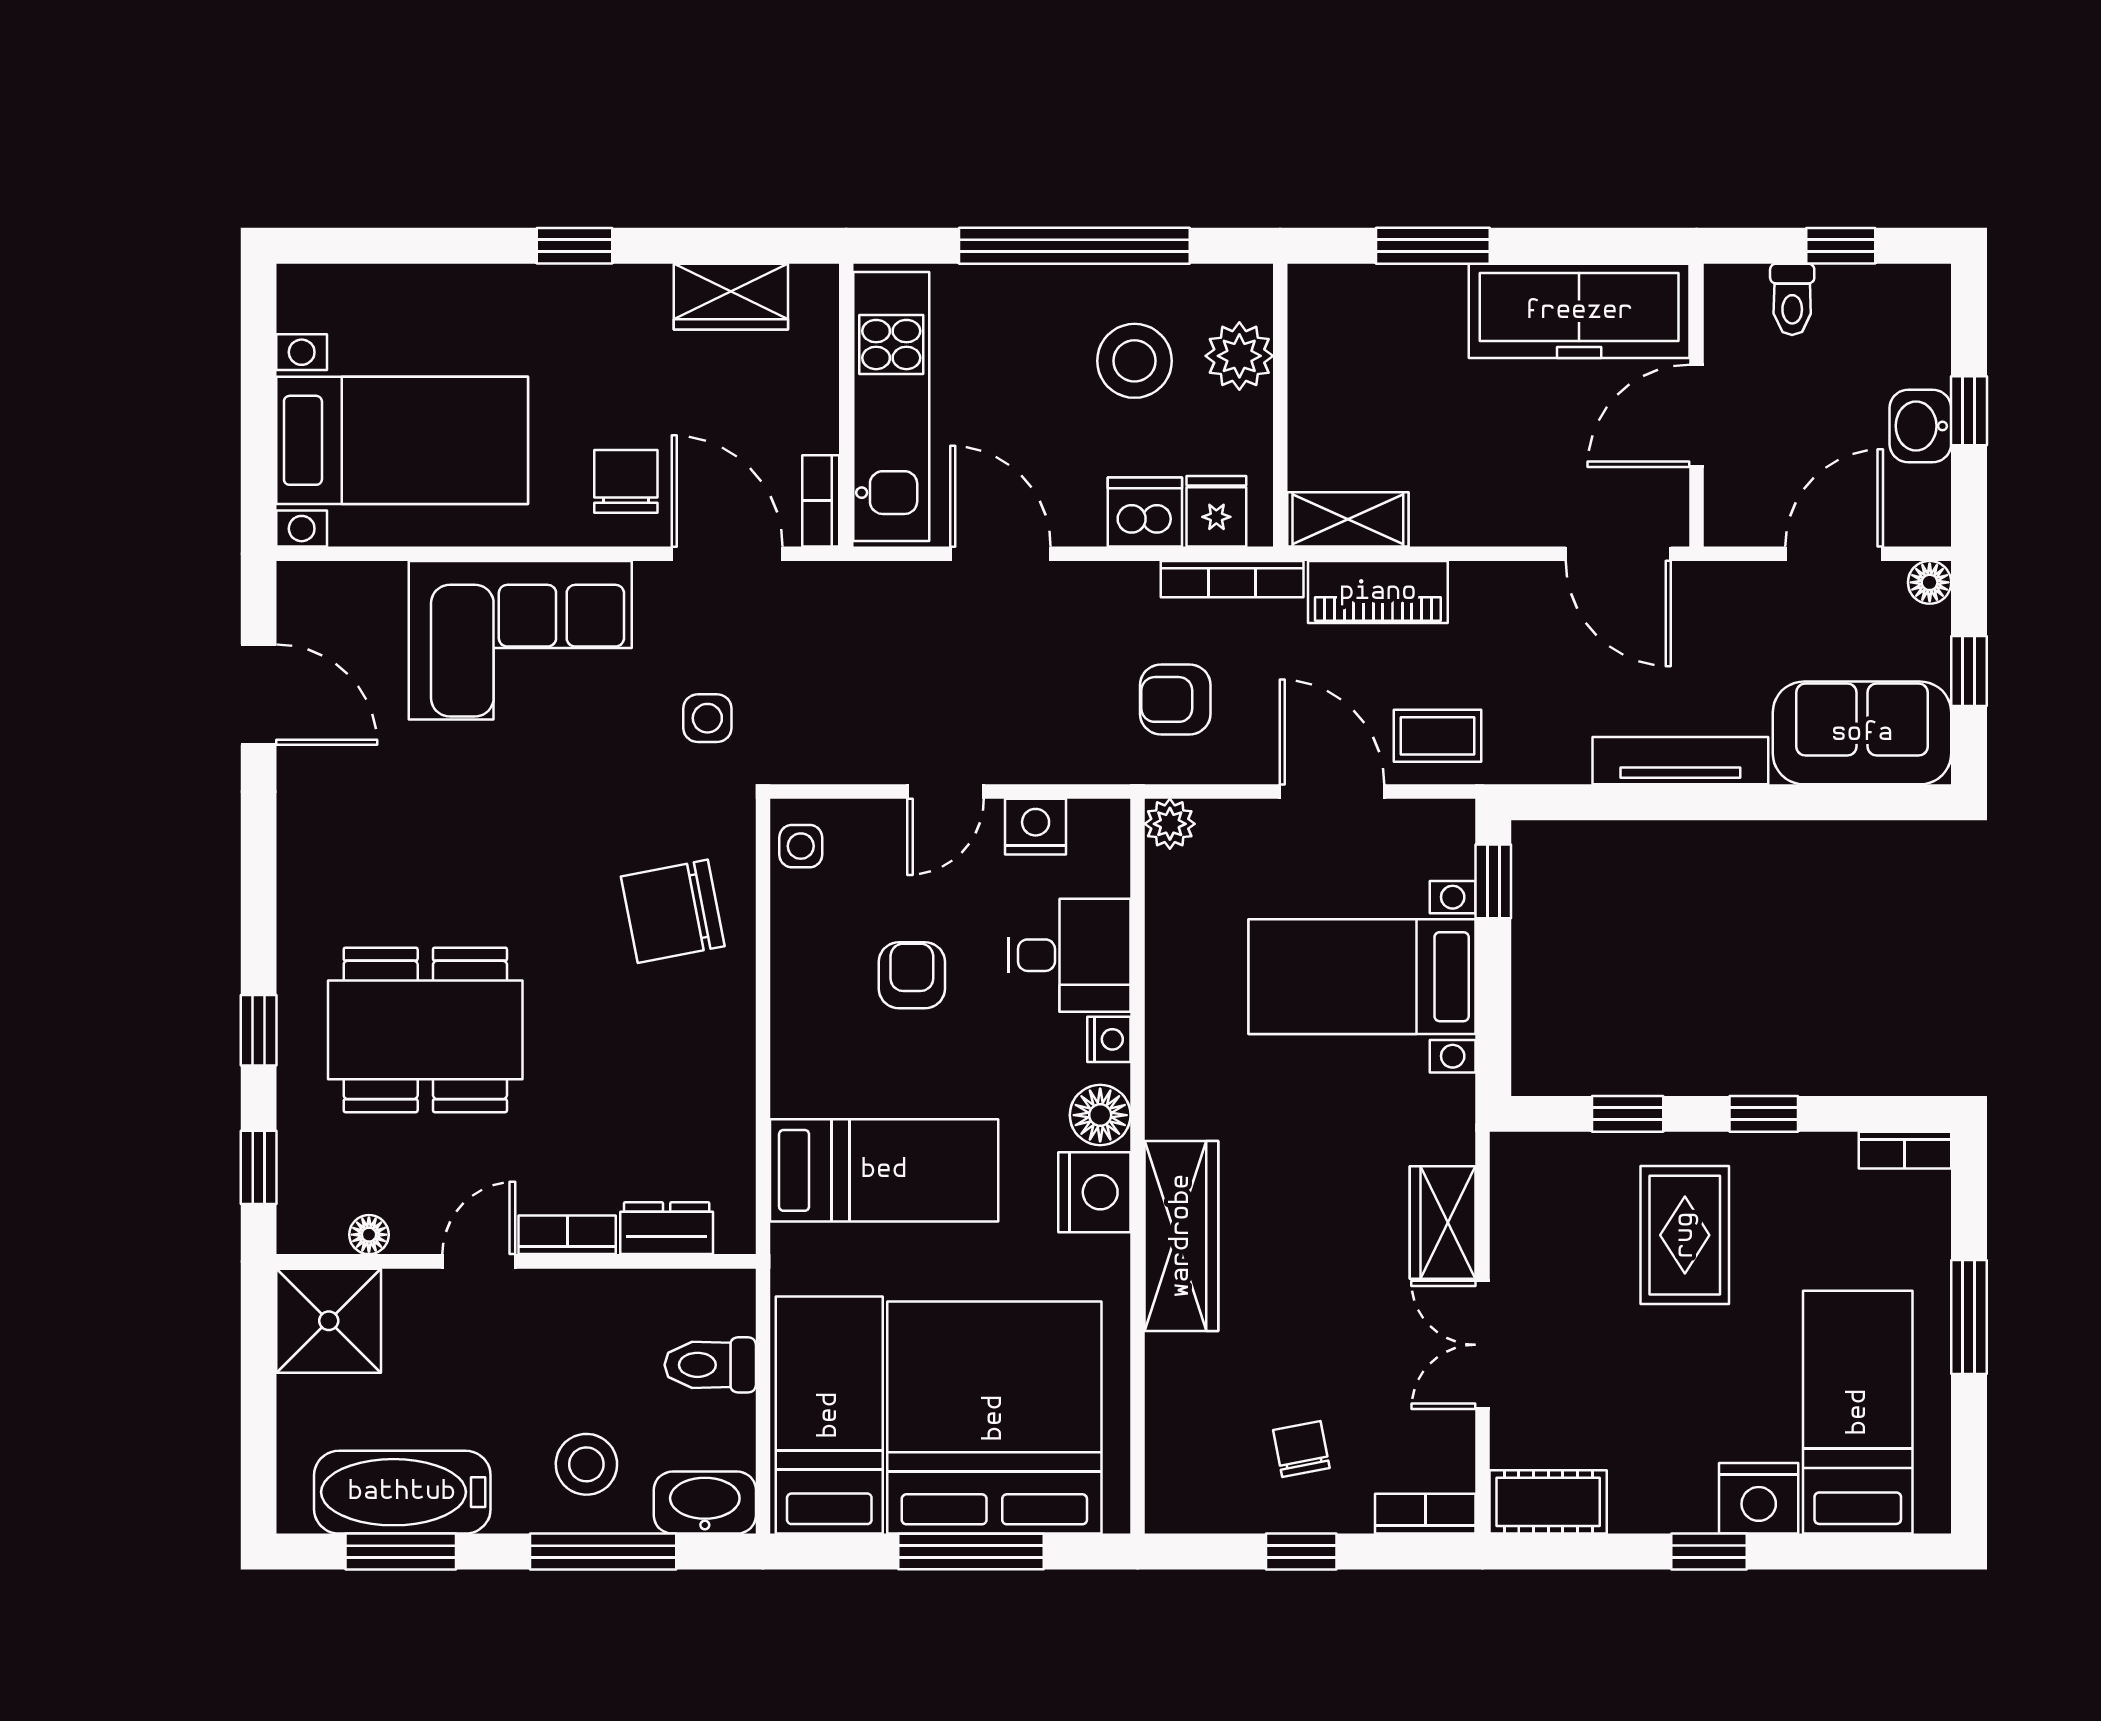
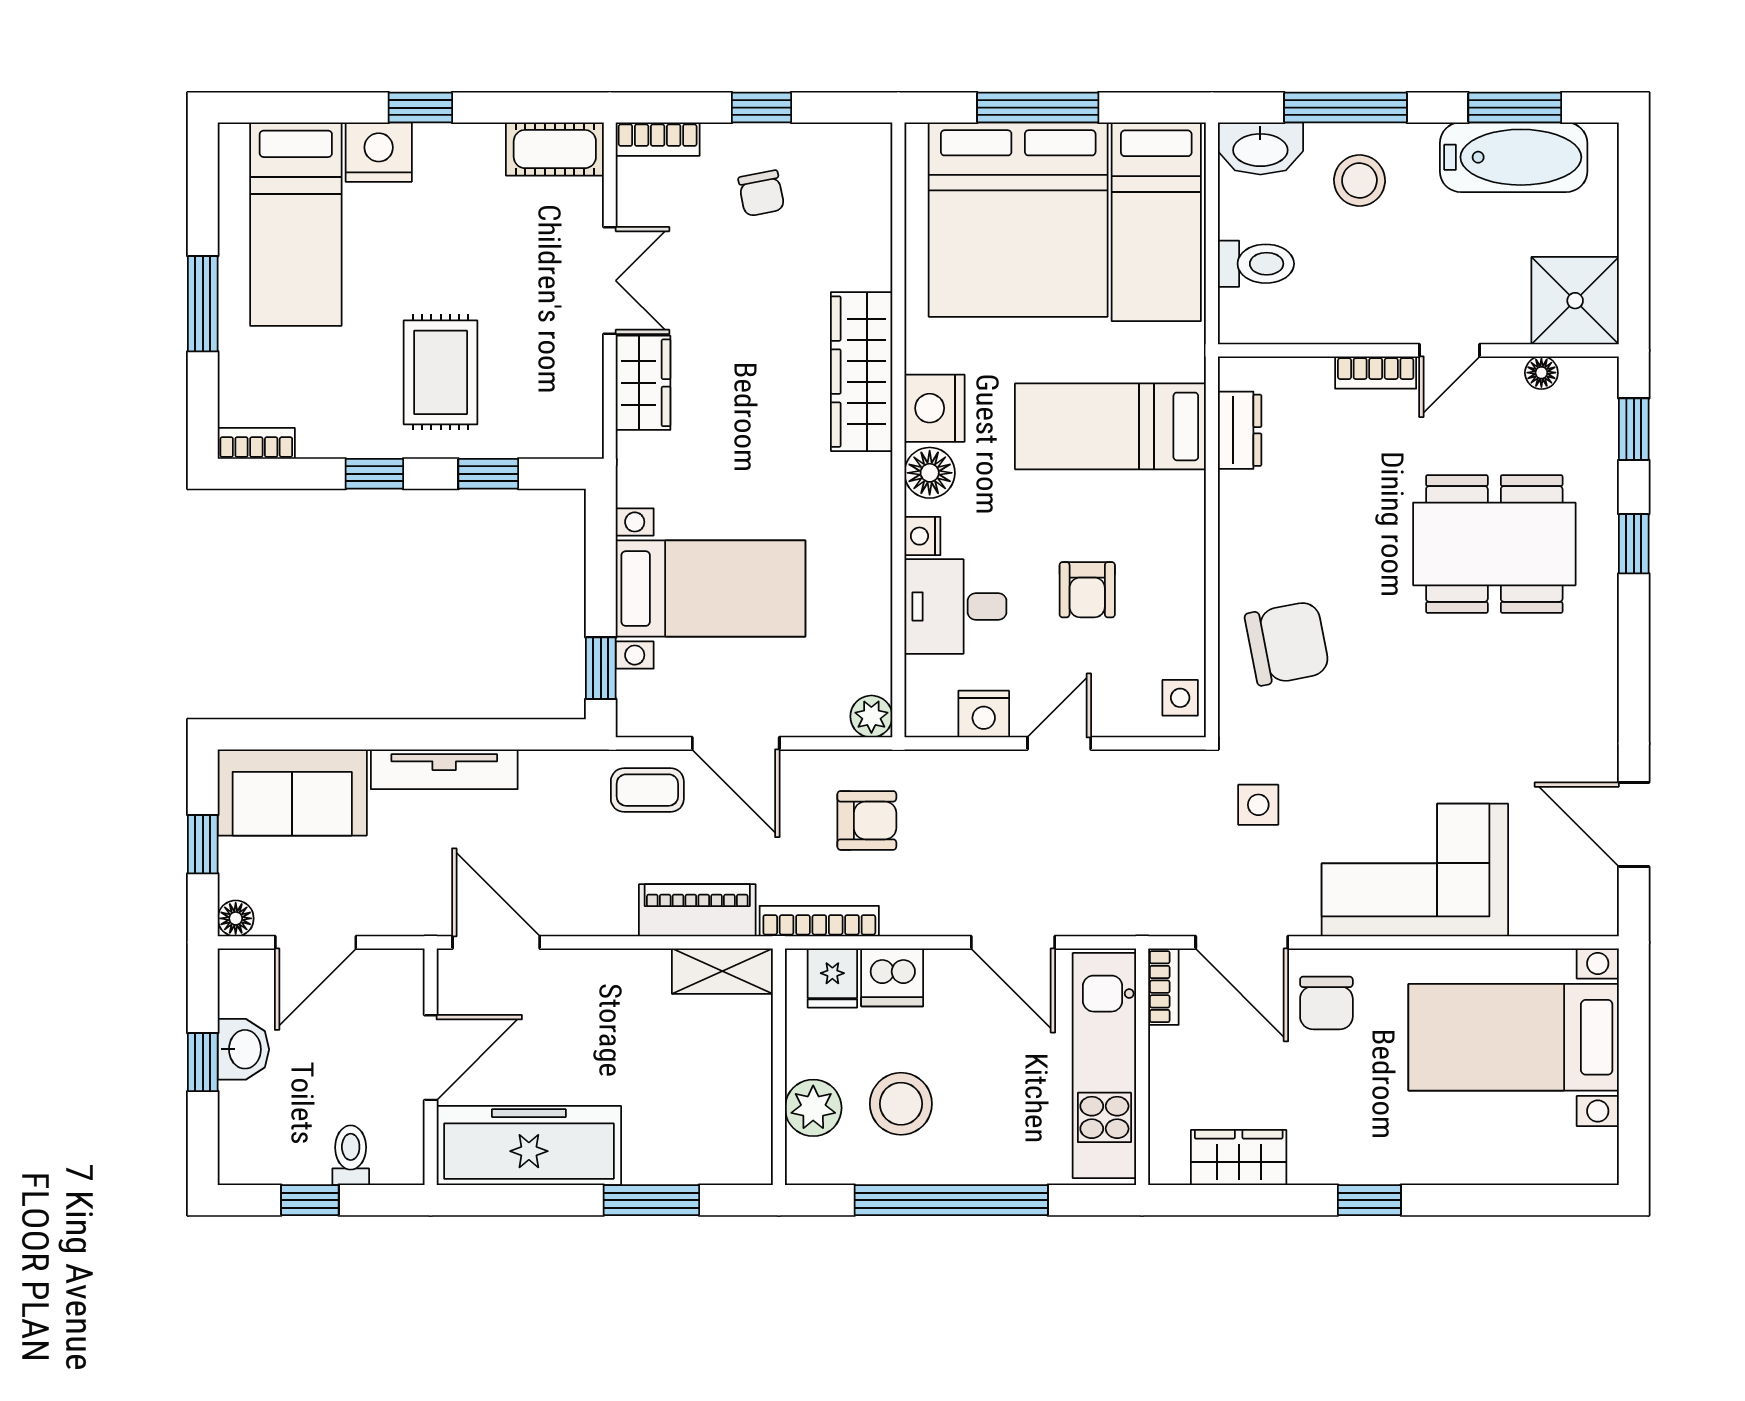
dresser: (667, 1228) -> (1240, 430), moved, turned -90

